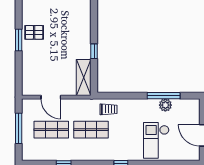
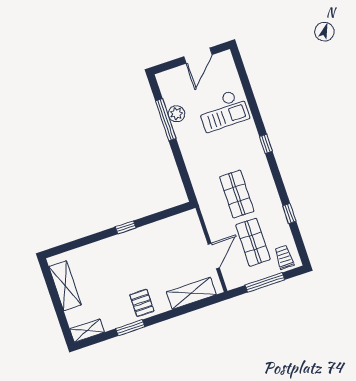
window: (19, 40) -> (130, 328), moved
window: (94, 51) -> (126, 227), moved
shelving: (84, 78) -> (191, 293), moved
trolley: (109, 109) -> (284, 257), moved

